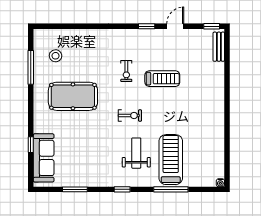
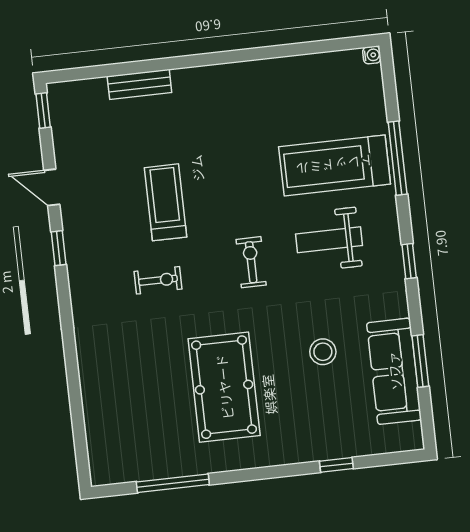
bench: (219, 47) -> (139, 84), moved
stool: (56, 56) -> (323, 352), moved
sofa: (44, 158) -> (394, 371), moved, turned -90

